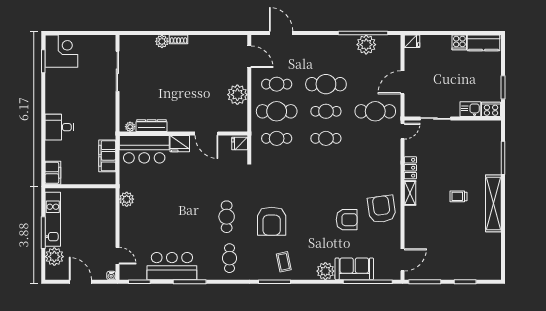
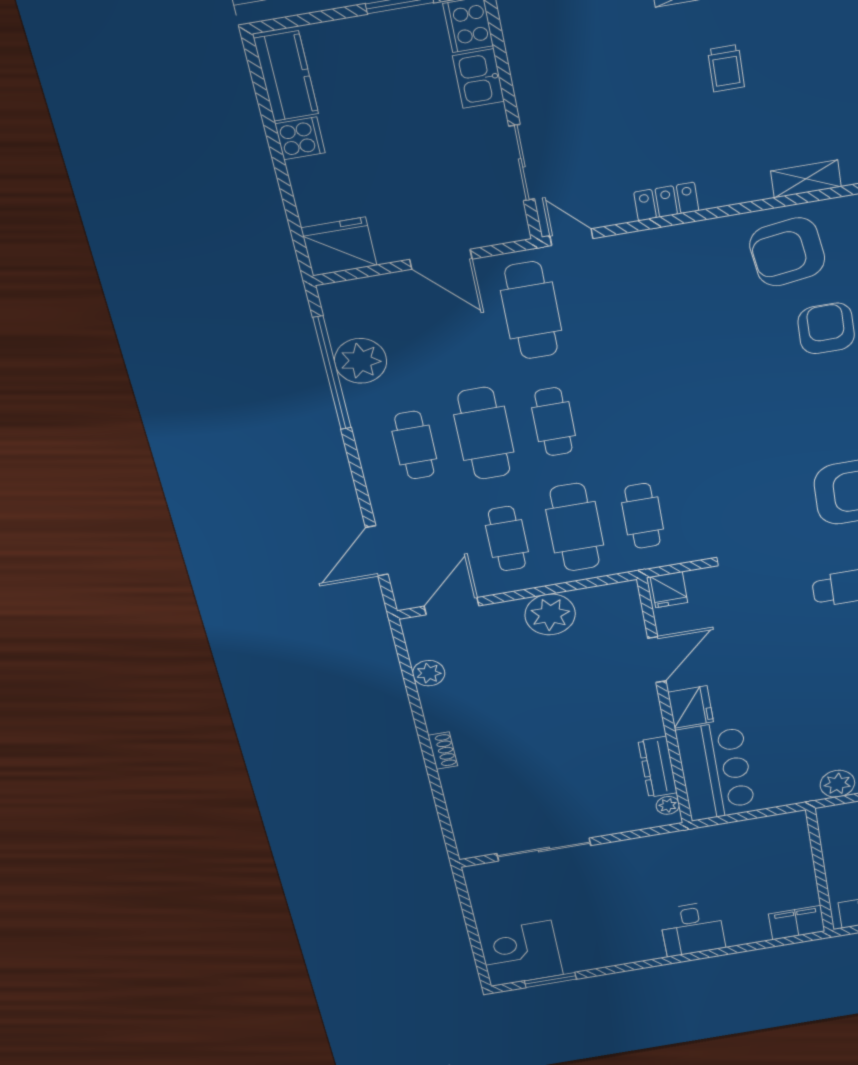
plant: (162, 41) -> (429, 673), moved
fridge: (412, 41) -> (339, 247), width x1.88, depth x1.34
cafe table: (326, 138) -> (414, 445), moved
filing cabinet: (107, 156) -> (742, 835), removed
shelving: (410, 193) -> (806, 179), moved

